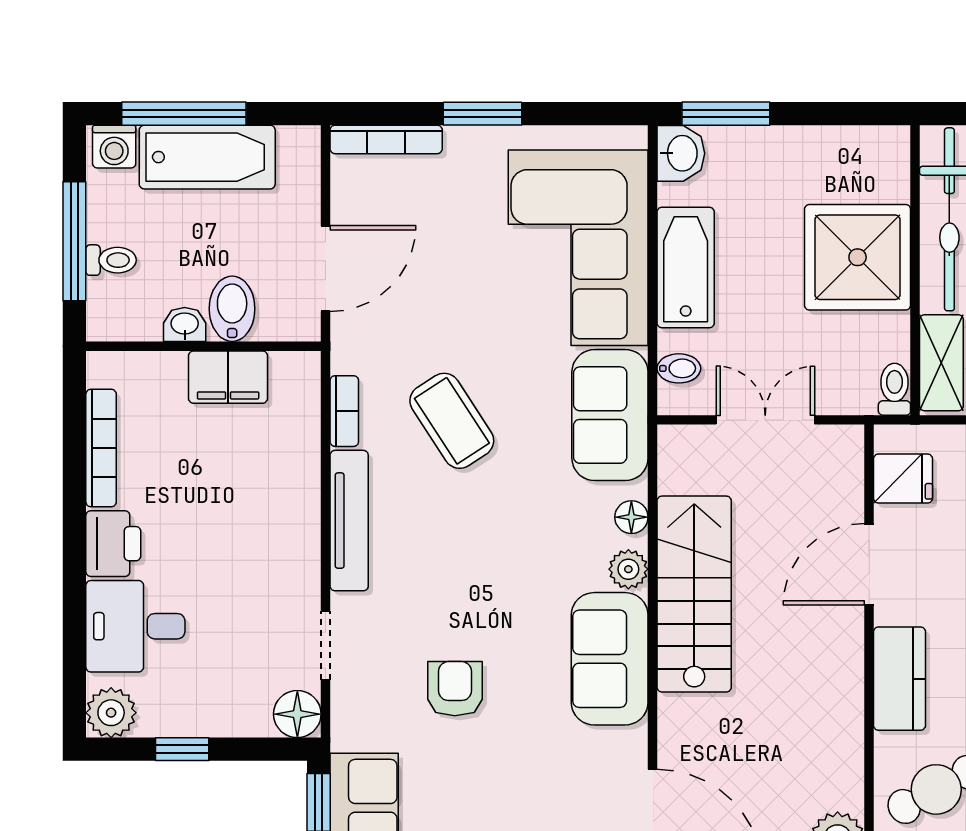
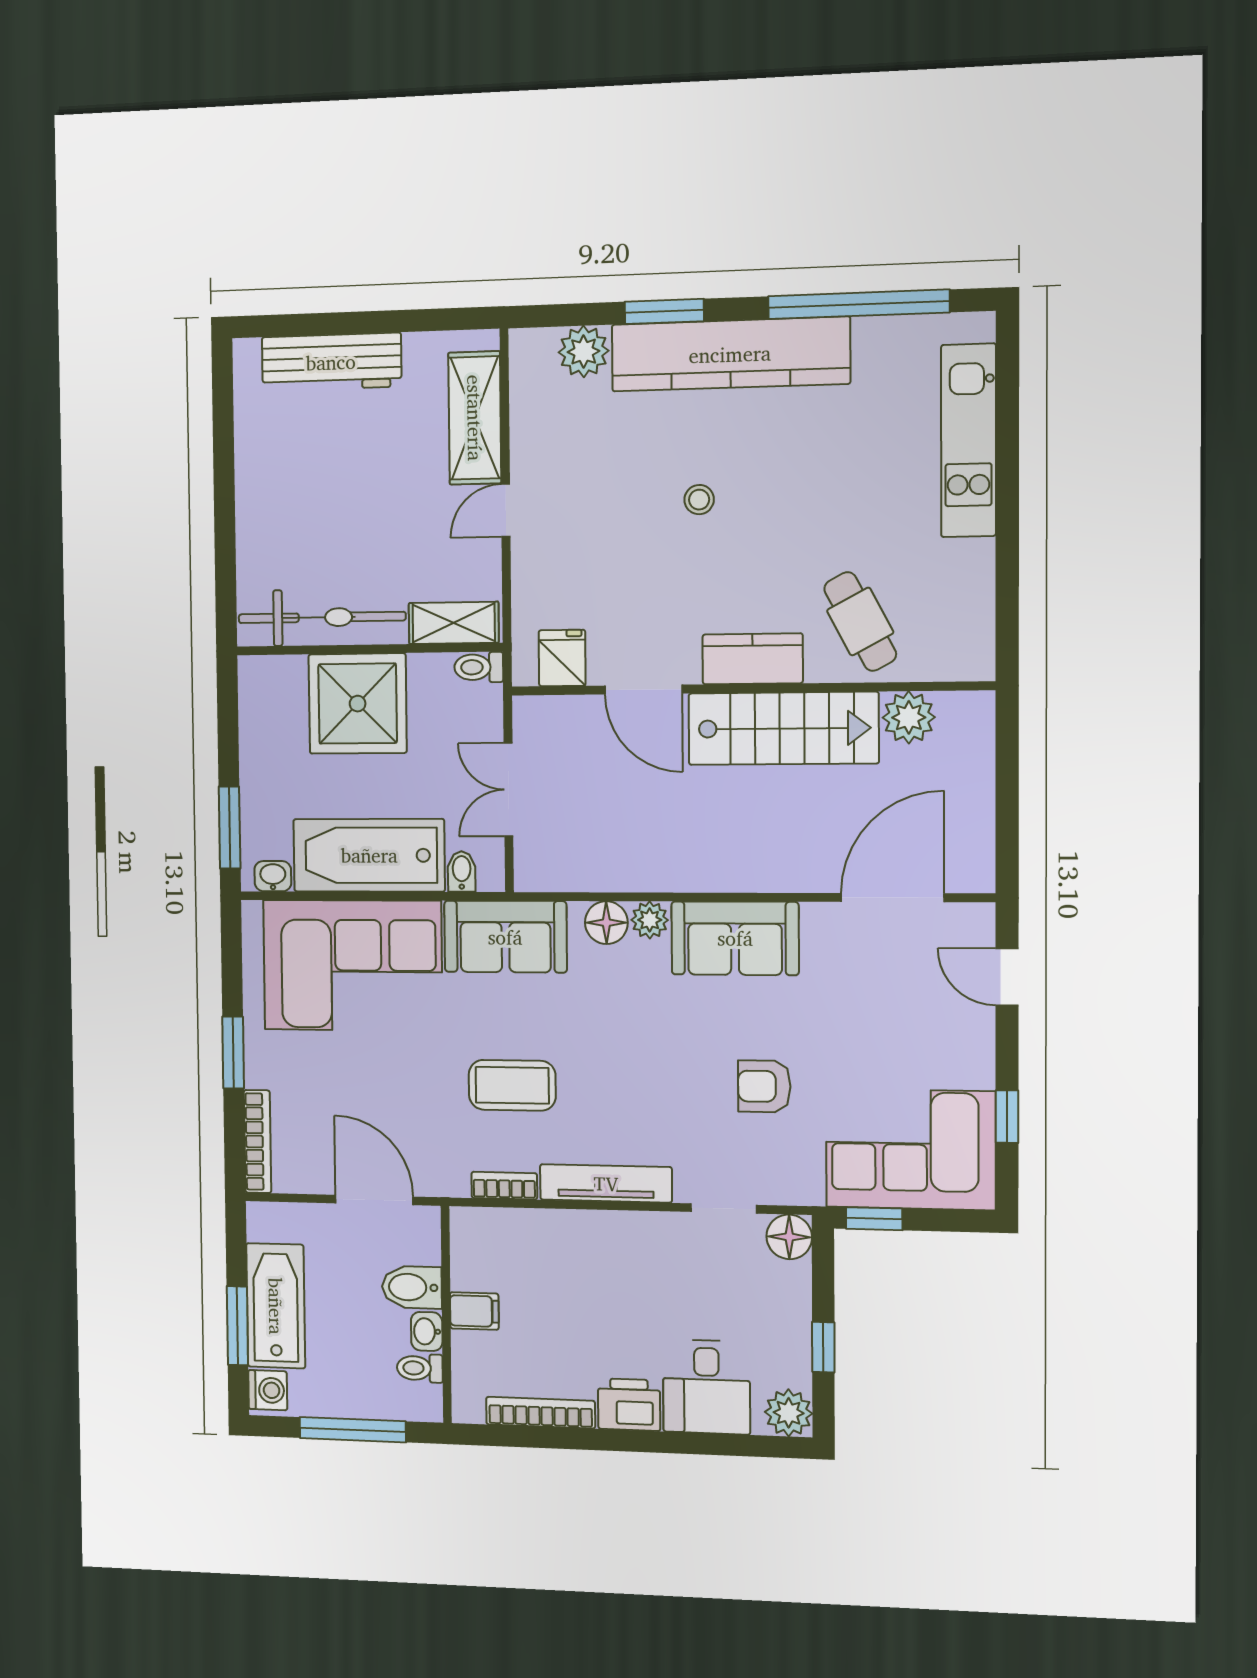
window: (184, 114) -> (237, 1326), width x0.69
washbasin: (681, 153) -> (273, 876), width x0.72, depth x0.69
toilet: (111, 260) -> (420, 1368), moved, turned -90
bathtub: (686, 267) -> (369, 855), width x1.36, depth x1.36
filing cabinet: (228, 377) -> (474, 1311), width x0.50
coffee table: (452, 421) -> (512, 1085), turned 33
floor lamp: (631, 517) -> (606, 923), width x1.37, depth x1.37
stairs: (694, 594) -> (783, 728), moved, turned 180

